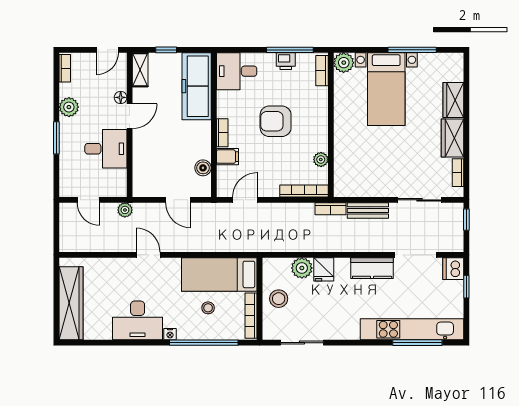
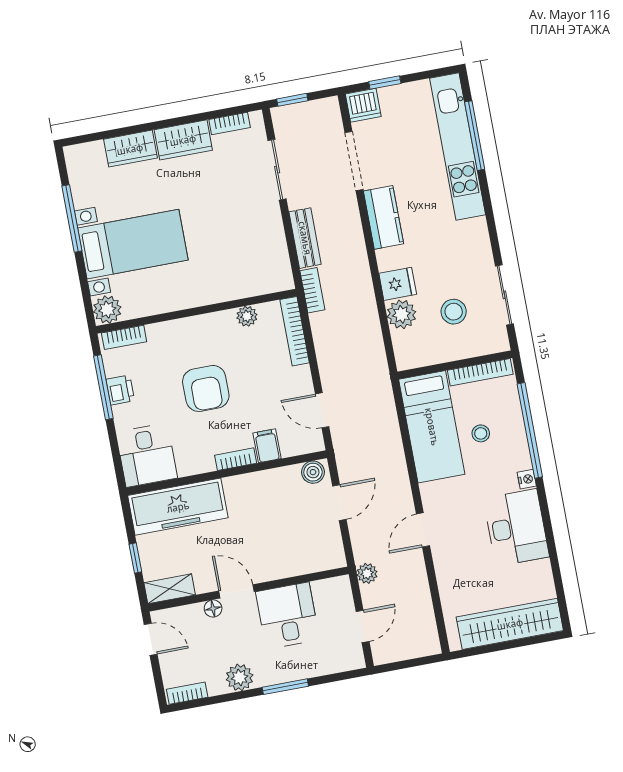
boiler: (203, 168) -> (313, 472), moved
stool: (279, 299) -> (454, 312), moved

